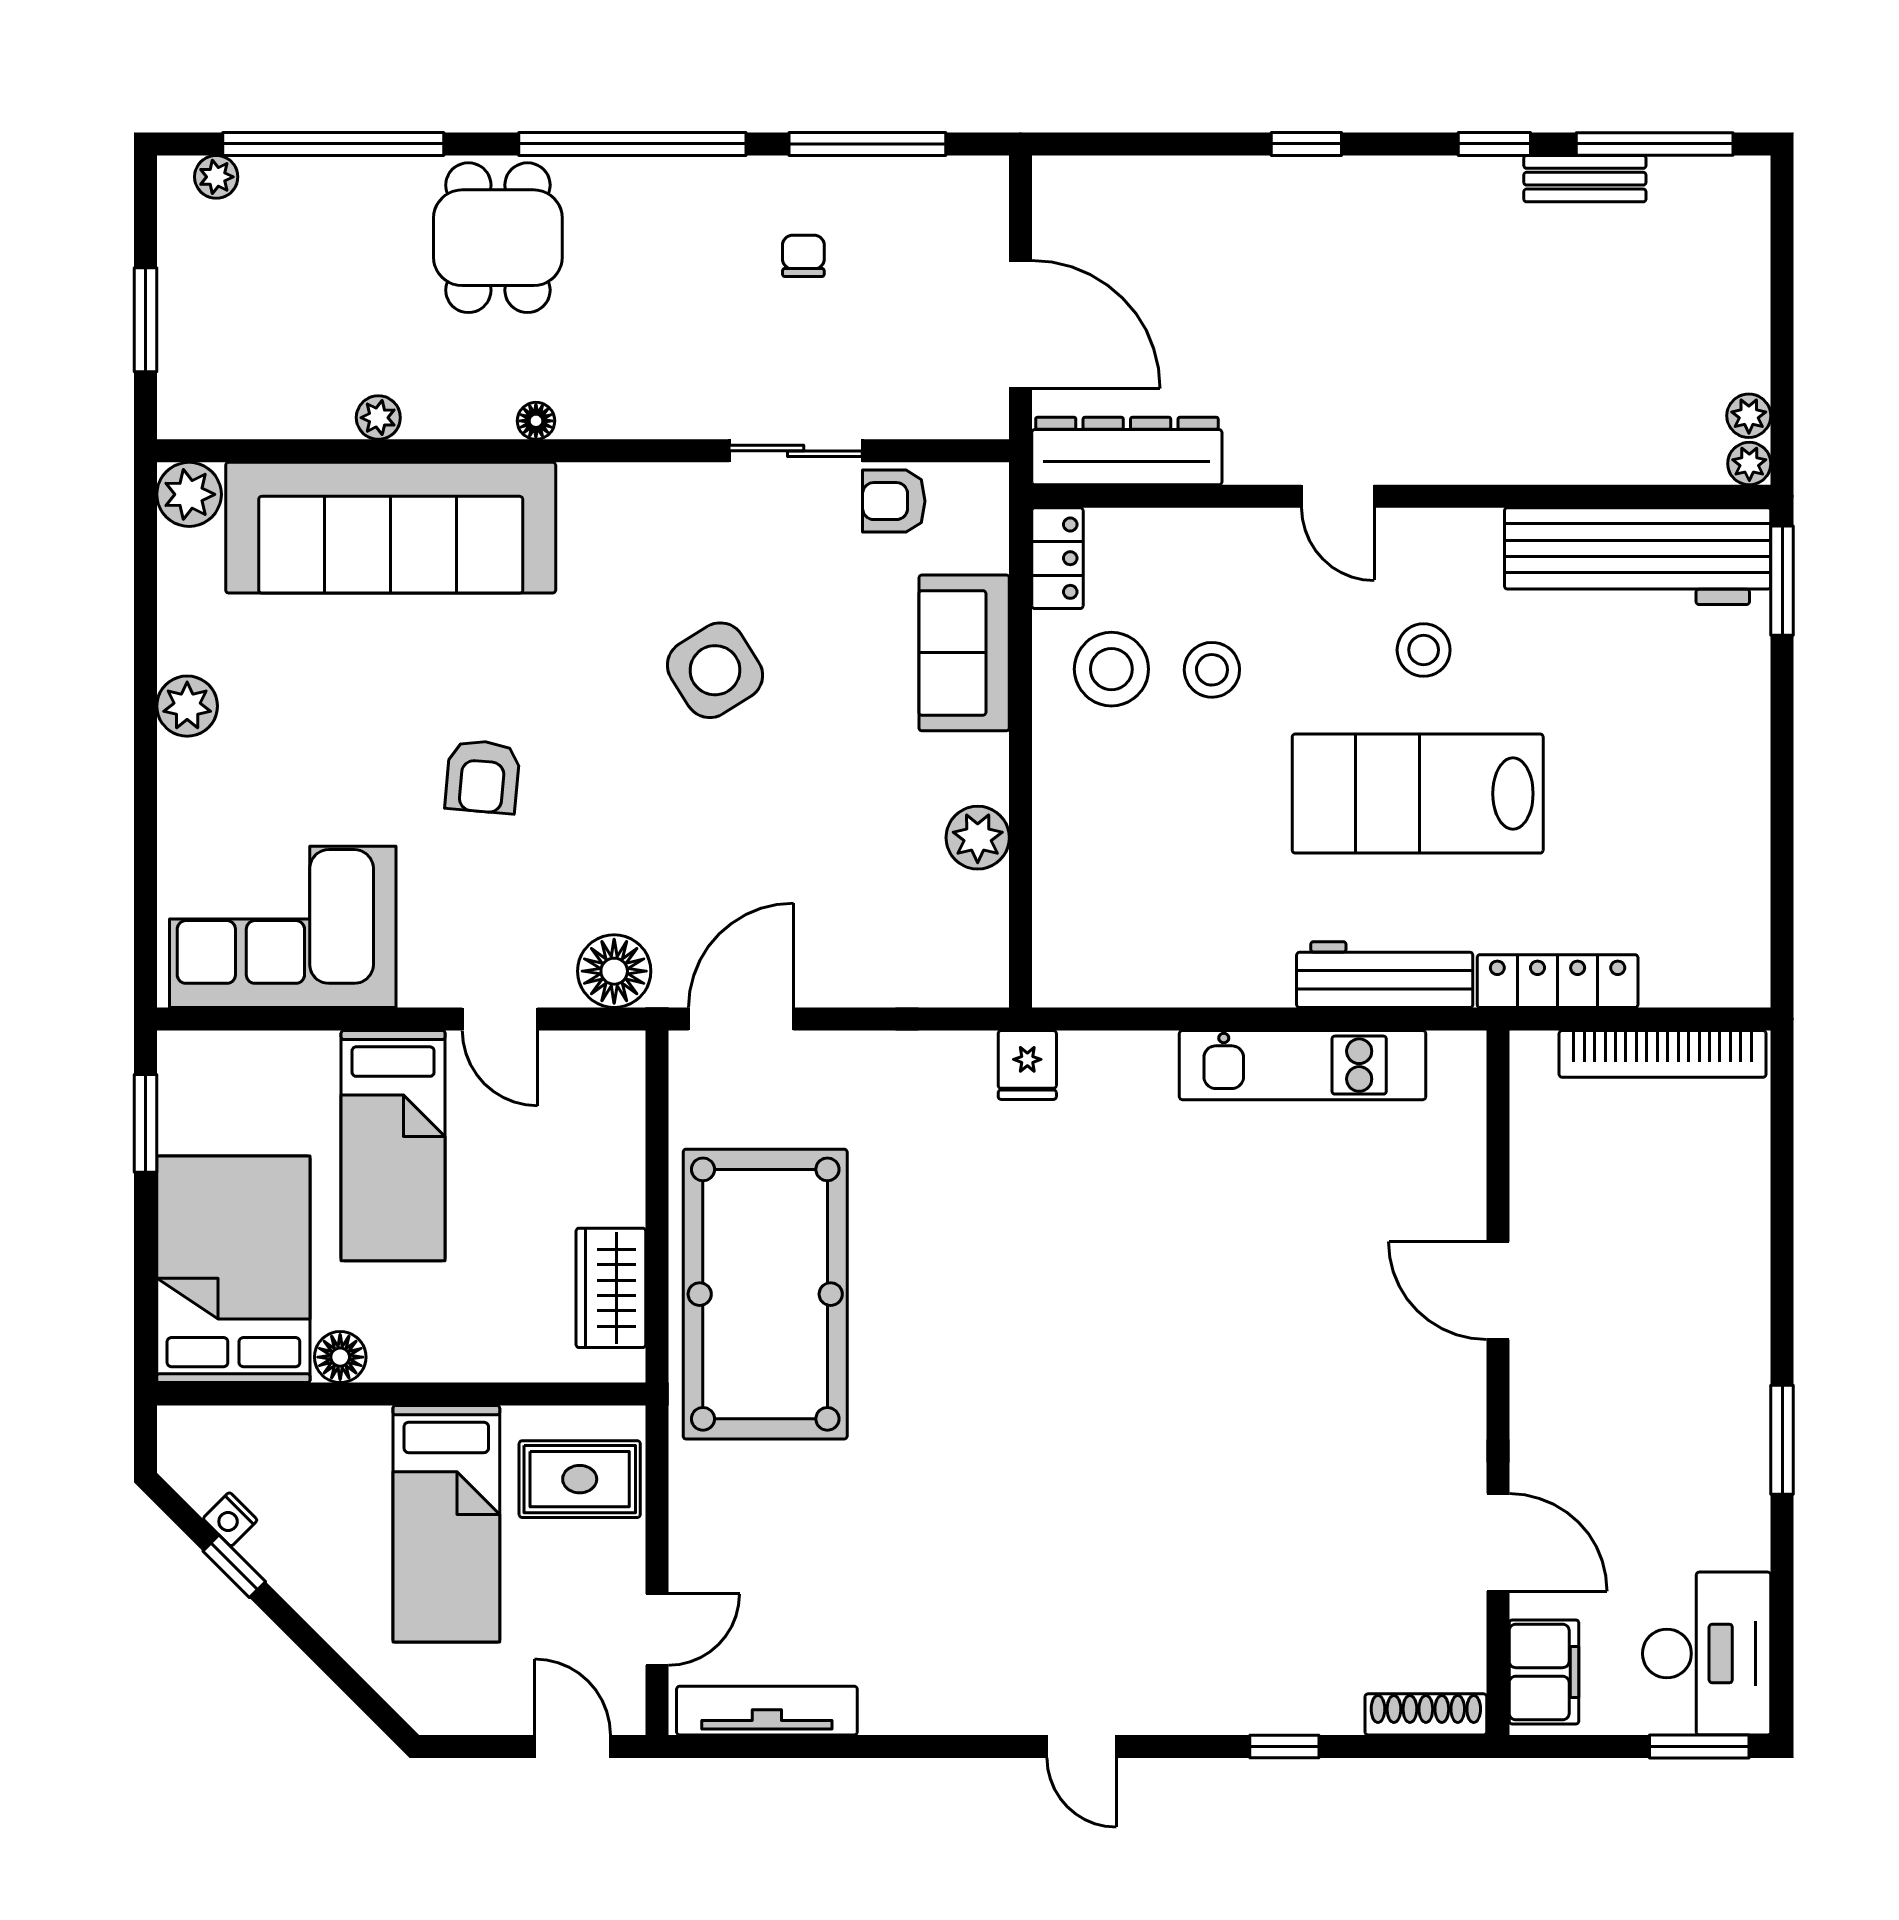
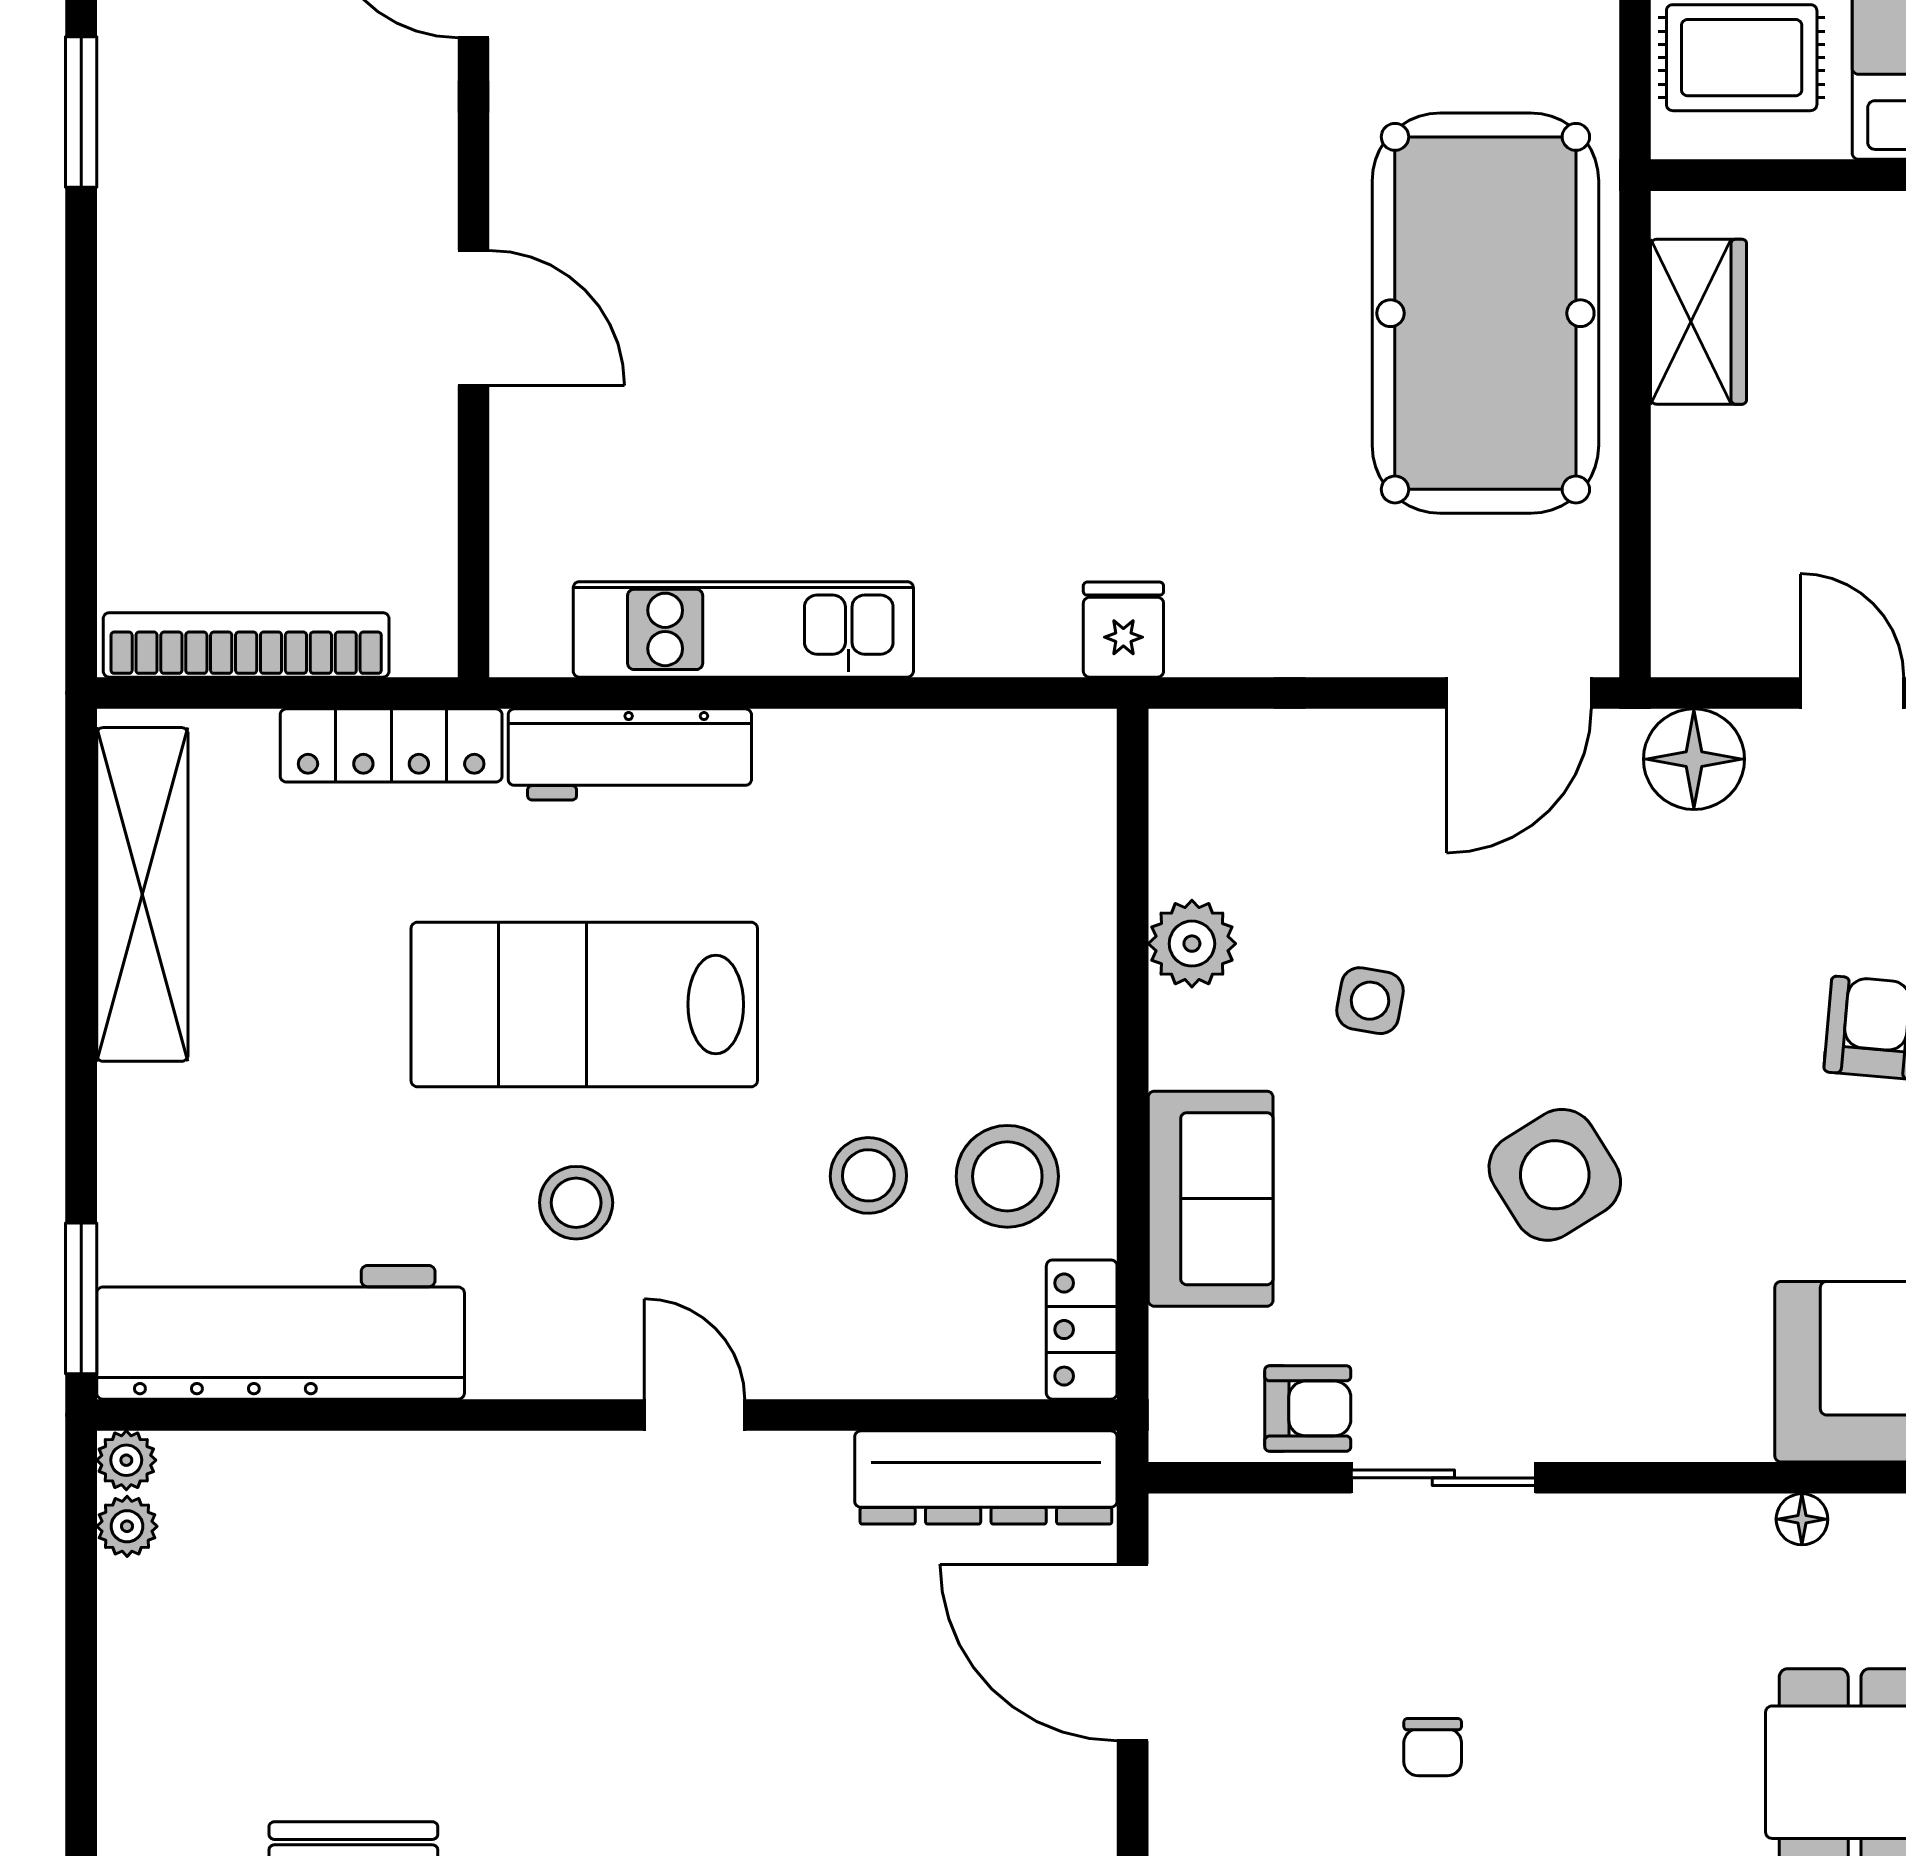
lab bench: (1418, 794) -> (584, 1004), turned 180
side table: (849, 796) -> (1370, 1001), added
shelving: (1738, 873) -> (142, 894), added

